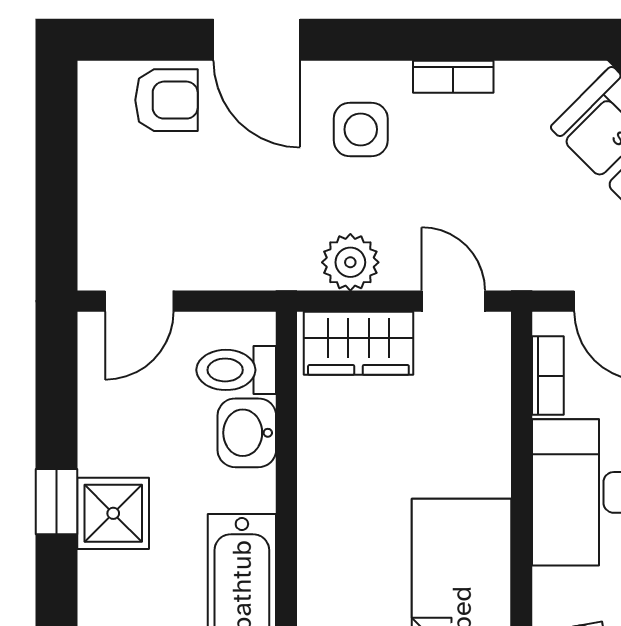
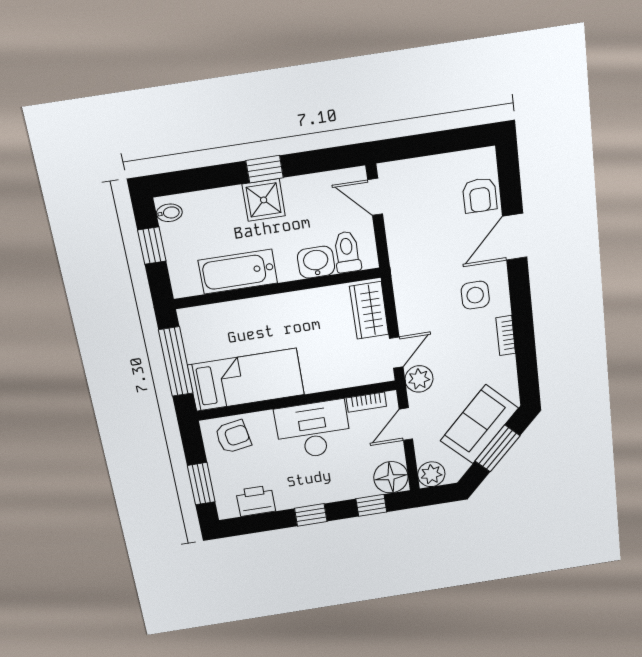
plant: (350, 262) -> (419, 379), moved

